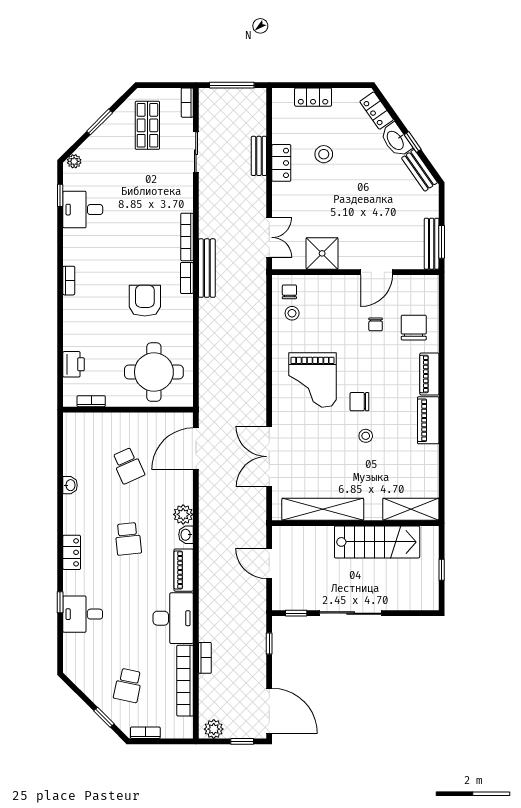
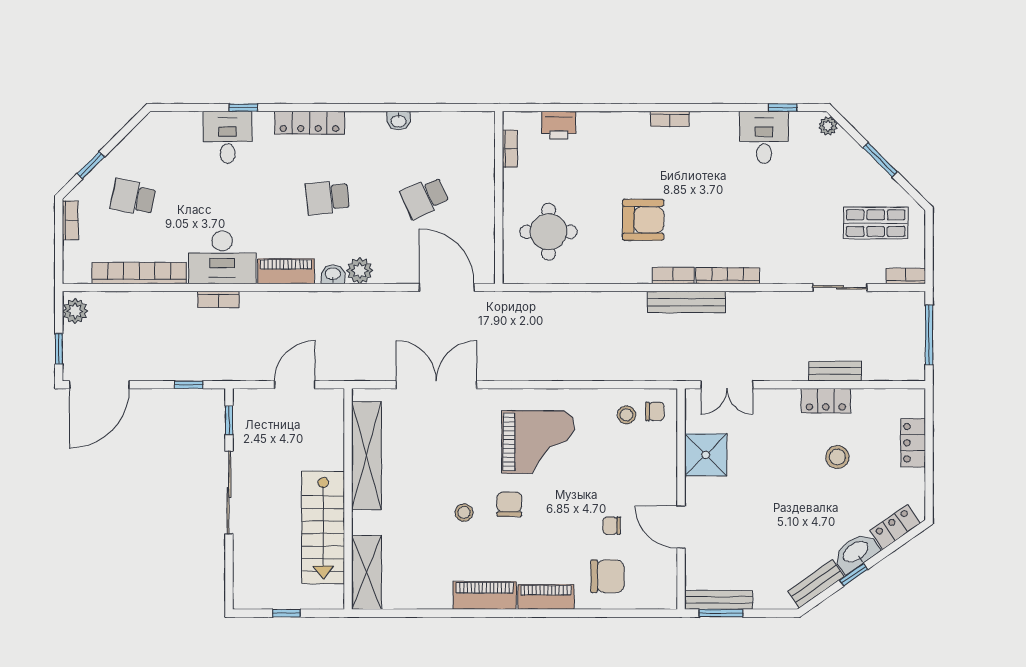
round table: (154, 372) -> (549, 232), width x0.73, depth x0.73
grand piano: (312, 380) -> (538, 442), turned 180
locker: (72, 552) -> (309, 123), width x1.53
bookcase: (205, 658) -> (218, 299), moved

